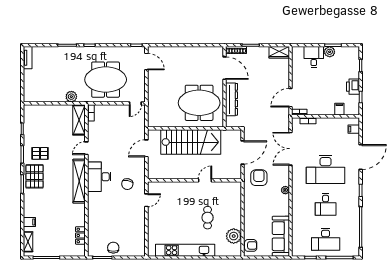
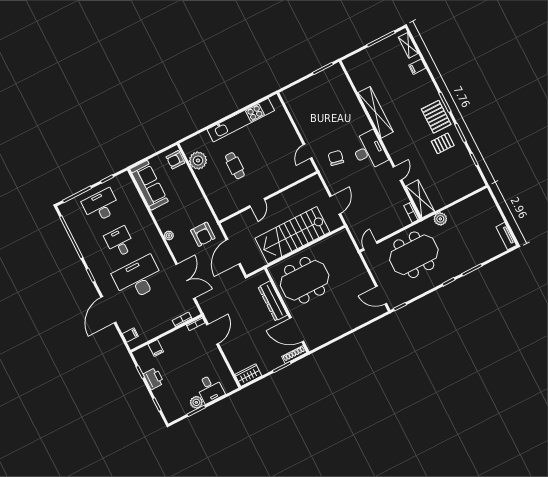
shelving: (79, 181) -> (376, 112), moved
locker: (80, 235) -> (357, 80), removed
chair: (113, 248) -> (317, 85), removed

